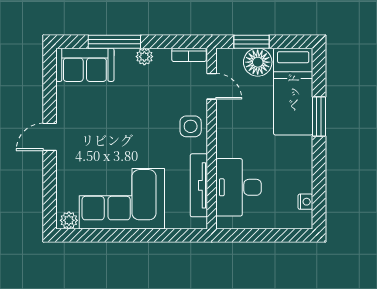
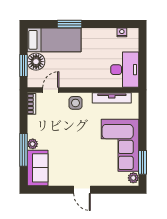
plant: (144, 57) -> (33, 144), moved
desk: (239, 187) -> (125, 70), moved, turned -90
window: (94, 235) -> (143, 162), added

